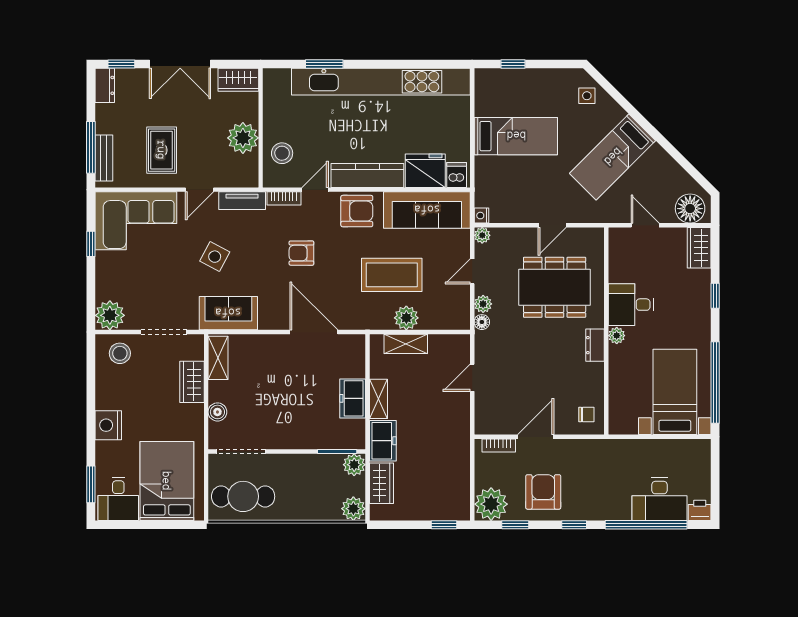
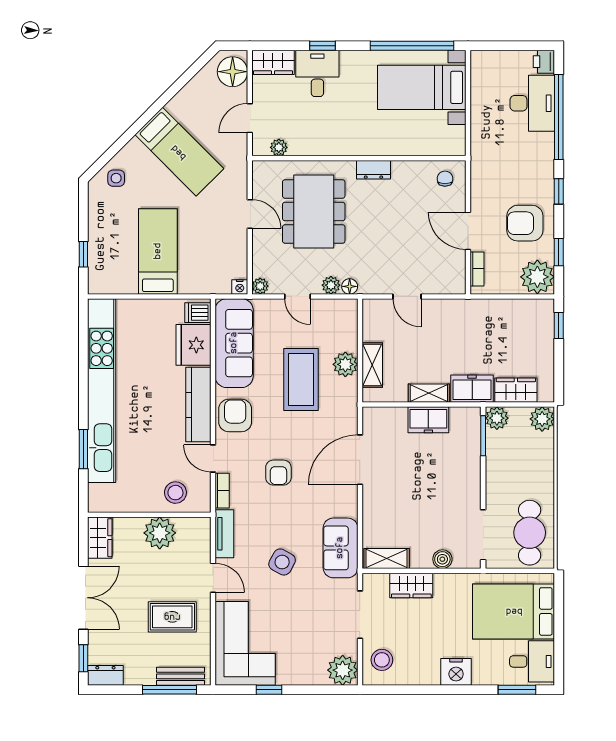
desk: (631, 305) -> (317, 73), moved, turned 180
plant: (617, 336) -> (279, 147), moved

